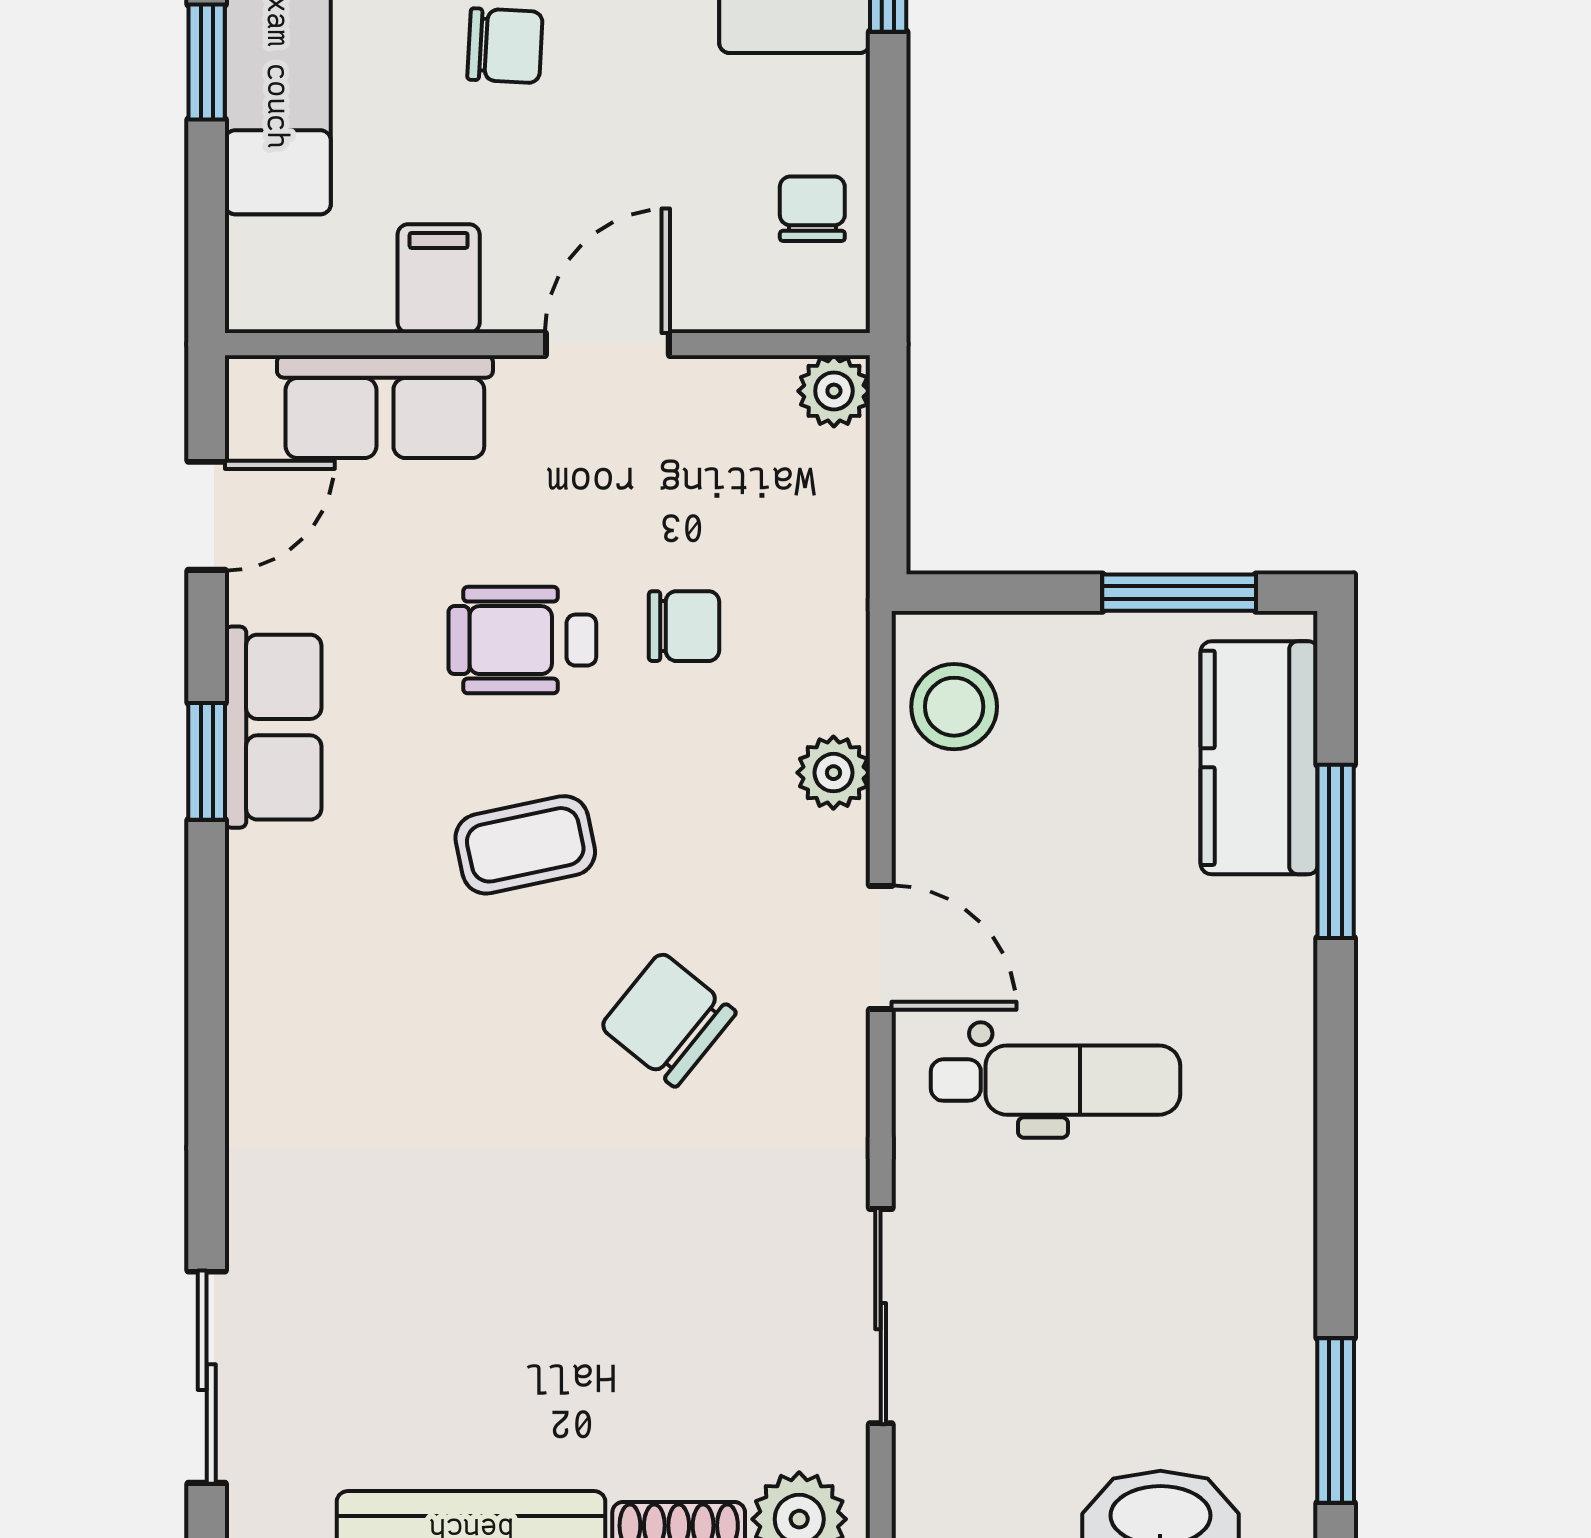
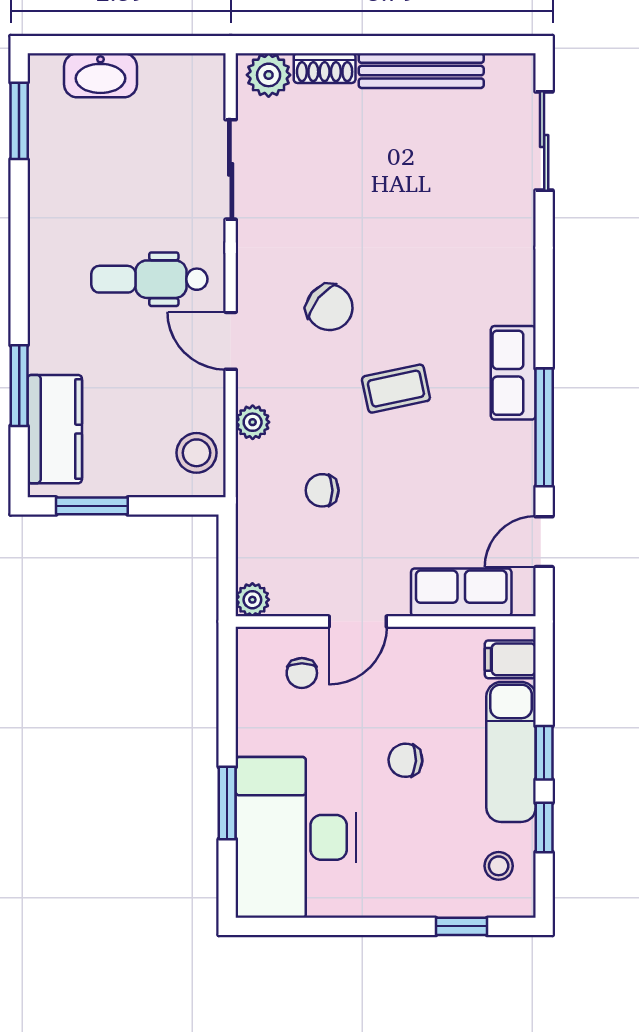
chair: (812, 209) -> (302, 673), moved
filing cabinet: (439, 279) -> (510, 659), moved, turned 90
wheelchair: (522, 640) -> (397, 484), removed
row of seats: (273, 727) -> (513, 373), moved
window: (207, 761) -> (544, 427), width x2.17

